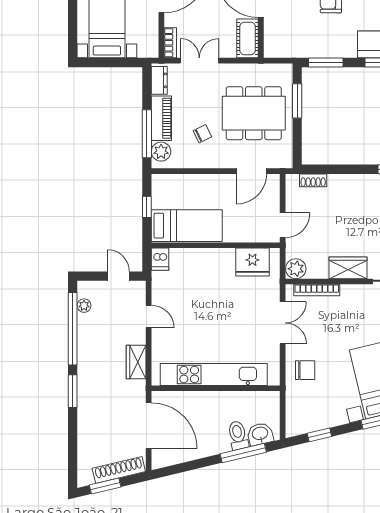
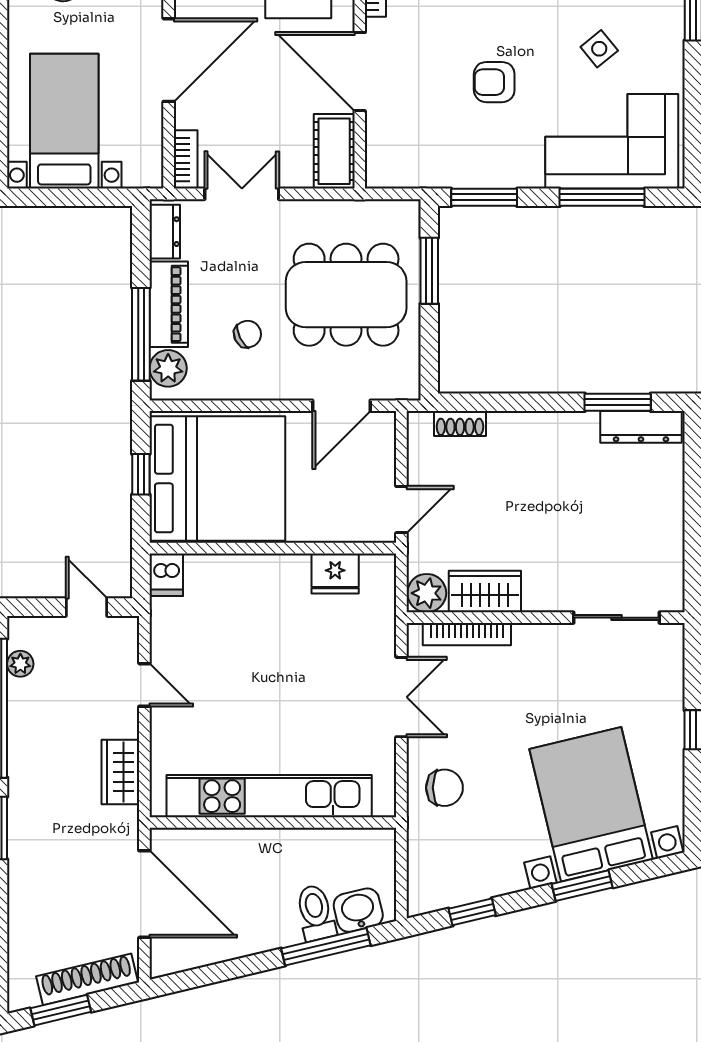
bed: (187, 226) -> (217, 479), width x2.04
fridge: (252, 262) -> (335, 574), width x0.73, depth x0.75
wardrobe: (348, 268) -> (485, 592), moved

